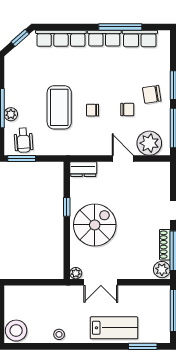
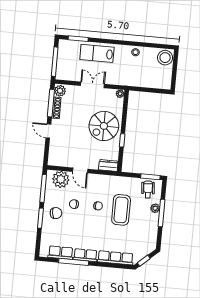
double door: (101, 282) -> (92, 85), moved

